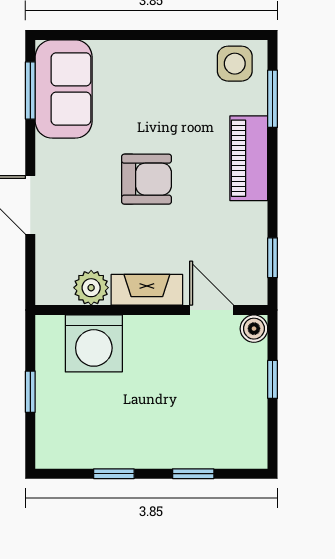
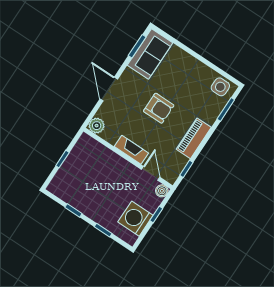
piano: (249, 158) -> (194, 138), moved
plant: (91, 288) -> (97, 126), moved
washing machine: (94, 343) -> (135, 219), moved, turned 90

